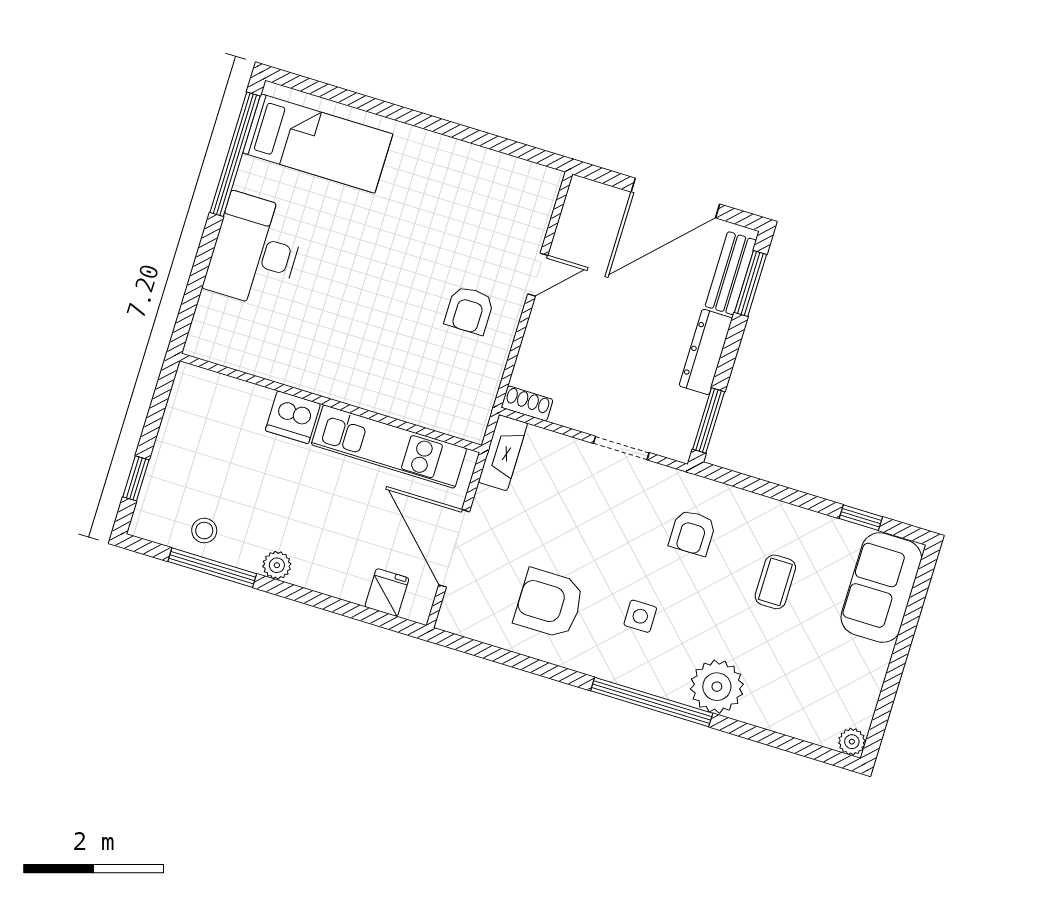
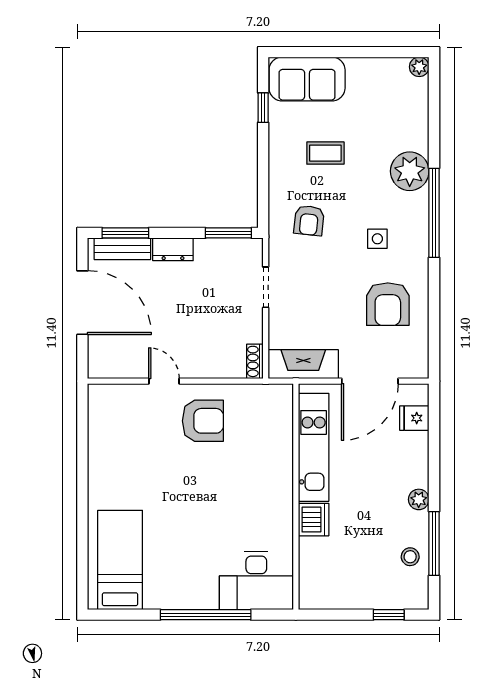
window: (235, 154) -> (206, 615), moved
desk: (255, 251) -> (256, 581), moved
armchair: (469, 310) -> (203, 421), width x1.38, depth x1.38
dresser: (706, 352) -> (173, 249), width x0.70
fireplace: (503, 453) -> (303, 364), width x1.37, depth x1.32
armchair: (692, 533) -> (309, 221), turned 96

